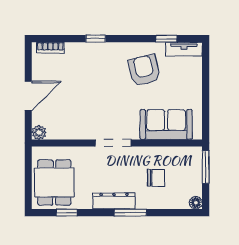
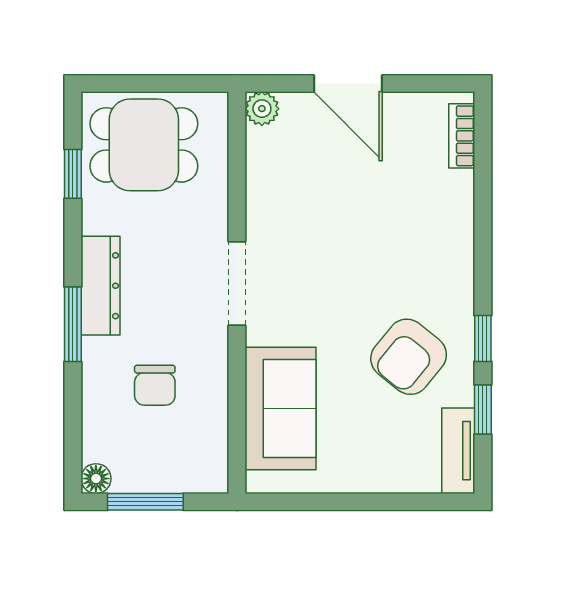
window: (96, 39) -> (483, 338), moved
armchair: (144, 70) -> (409, 357), turned 142
window: (206, 167) -> (145, 502), moved

